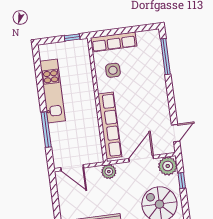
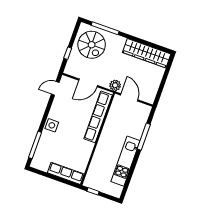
side table: (113, 70) -> (52, 125), moved
plant: (168, 166) -> (72, 68), removed
door: (72, 168) -> (129, 97), moved

